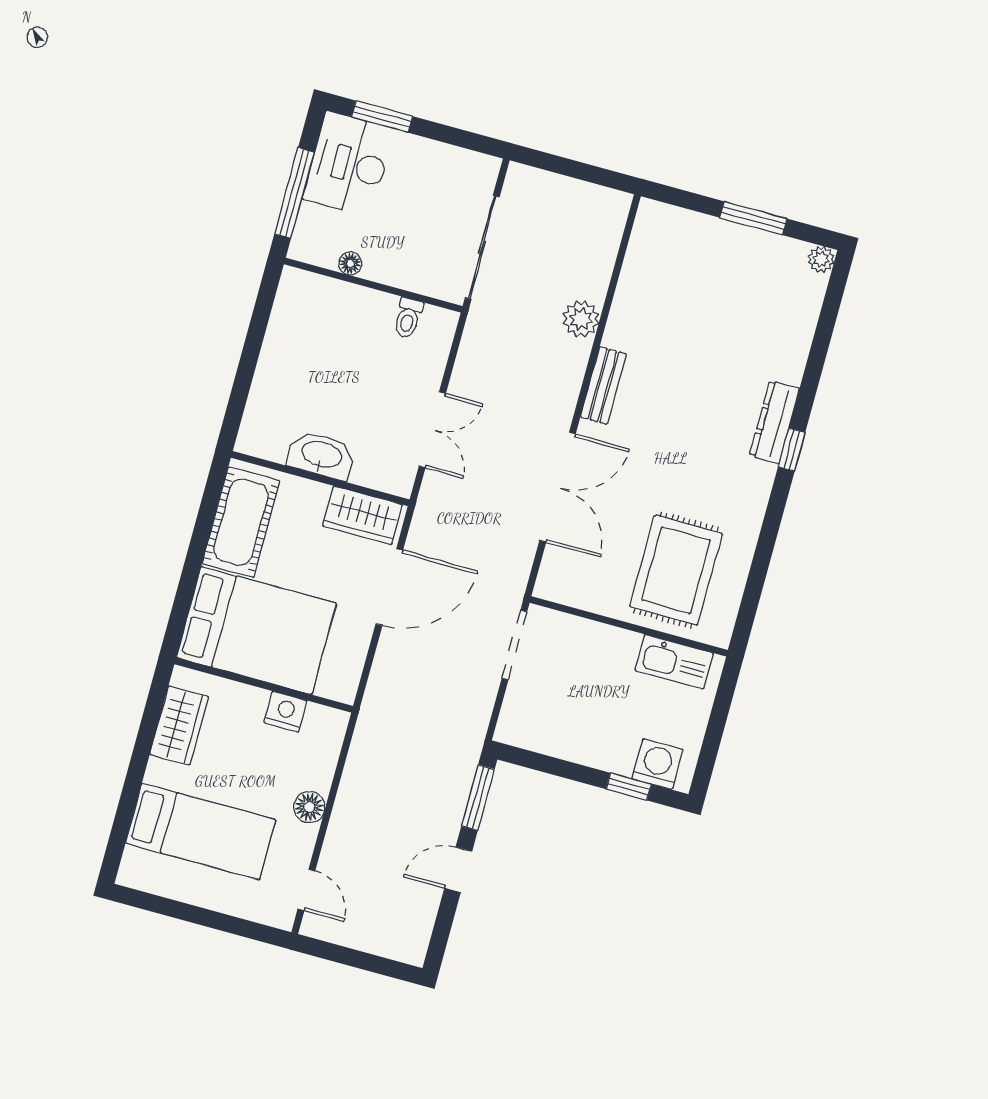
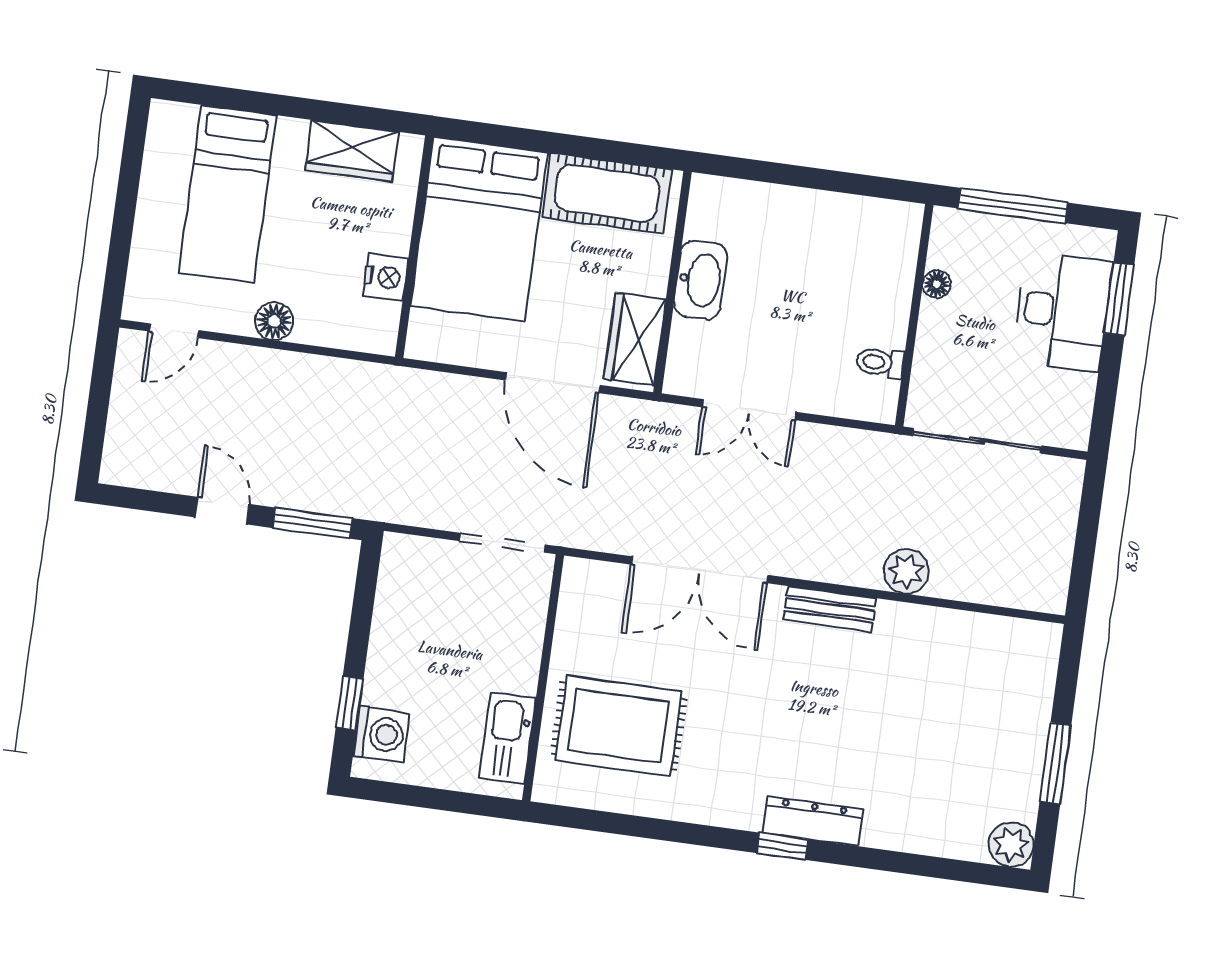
desk: (349, 164) -> (1062, 311), moved, turned 90
plant: (821, 259) -> (1011, 845), width x1.38, depth x1.38

